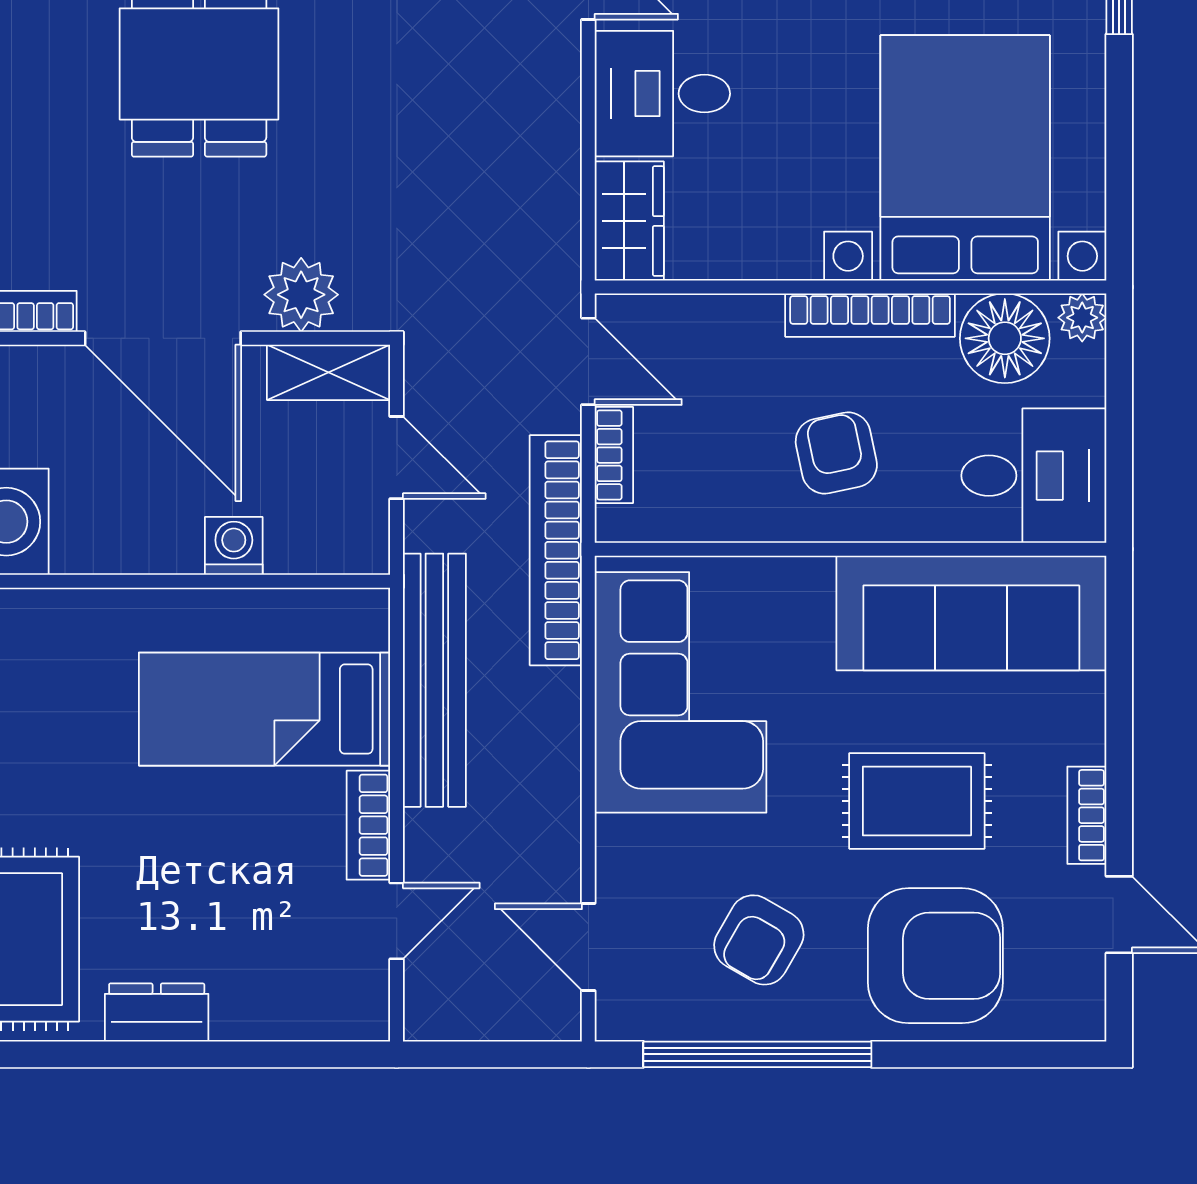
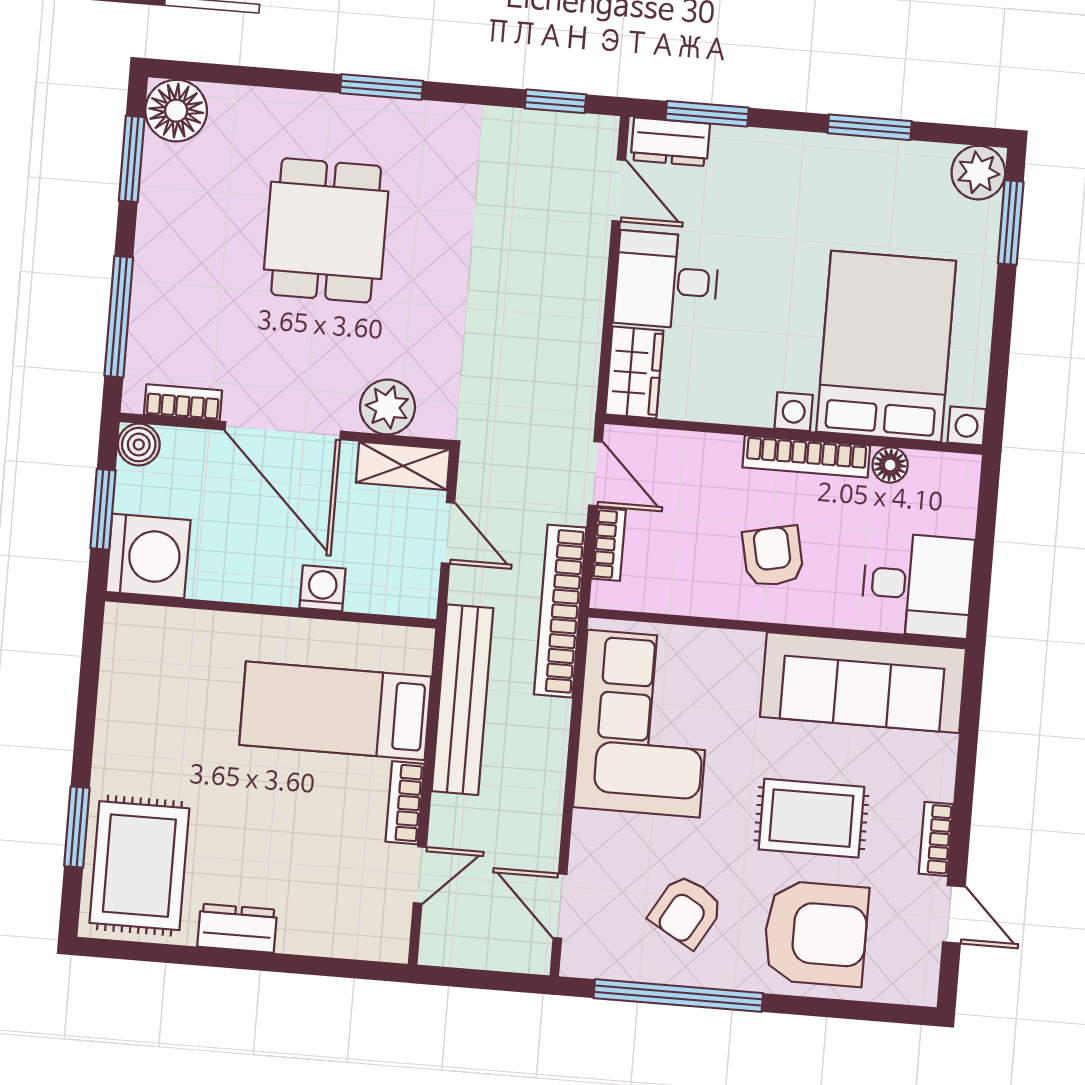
plant: (1082, 318) -> (963, 471), removed
floor lamp: (1005, 338) -> (890, 465), width x0.53, depth x0.53

